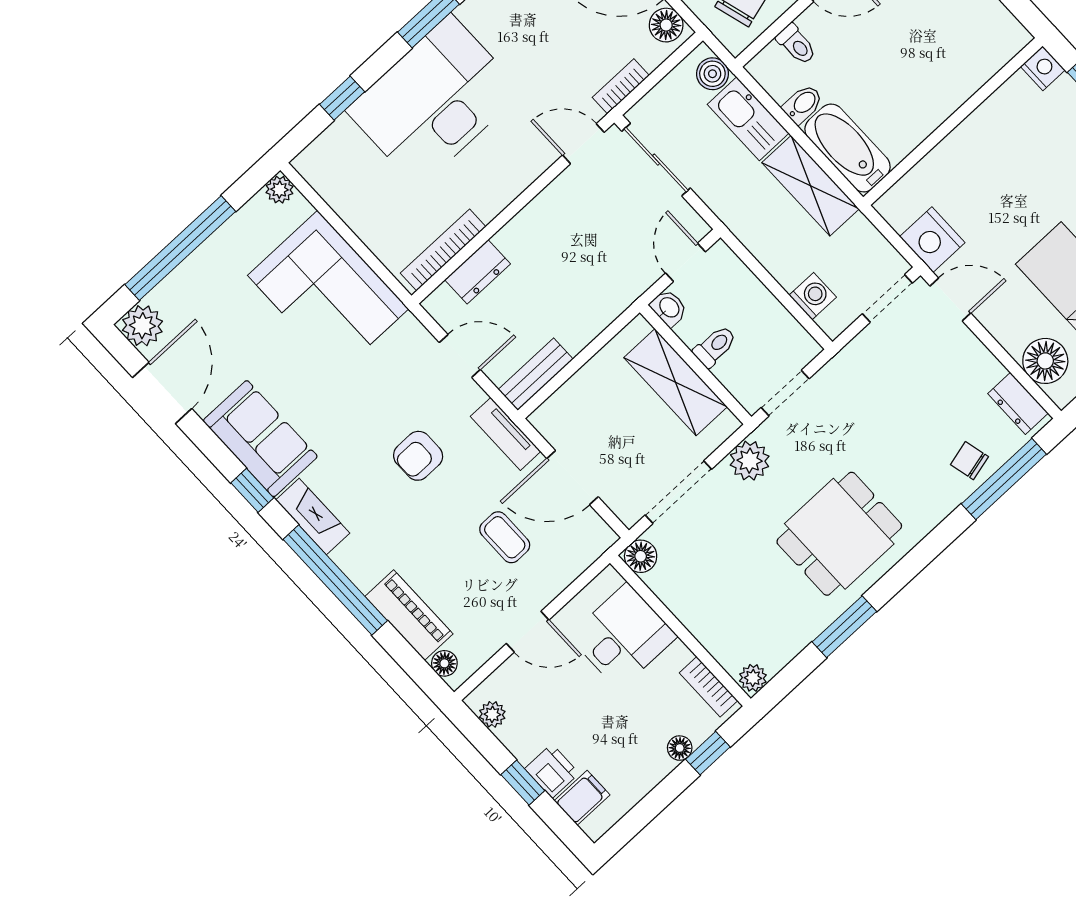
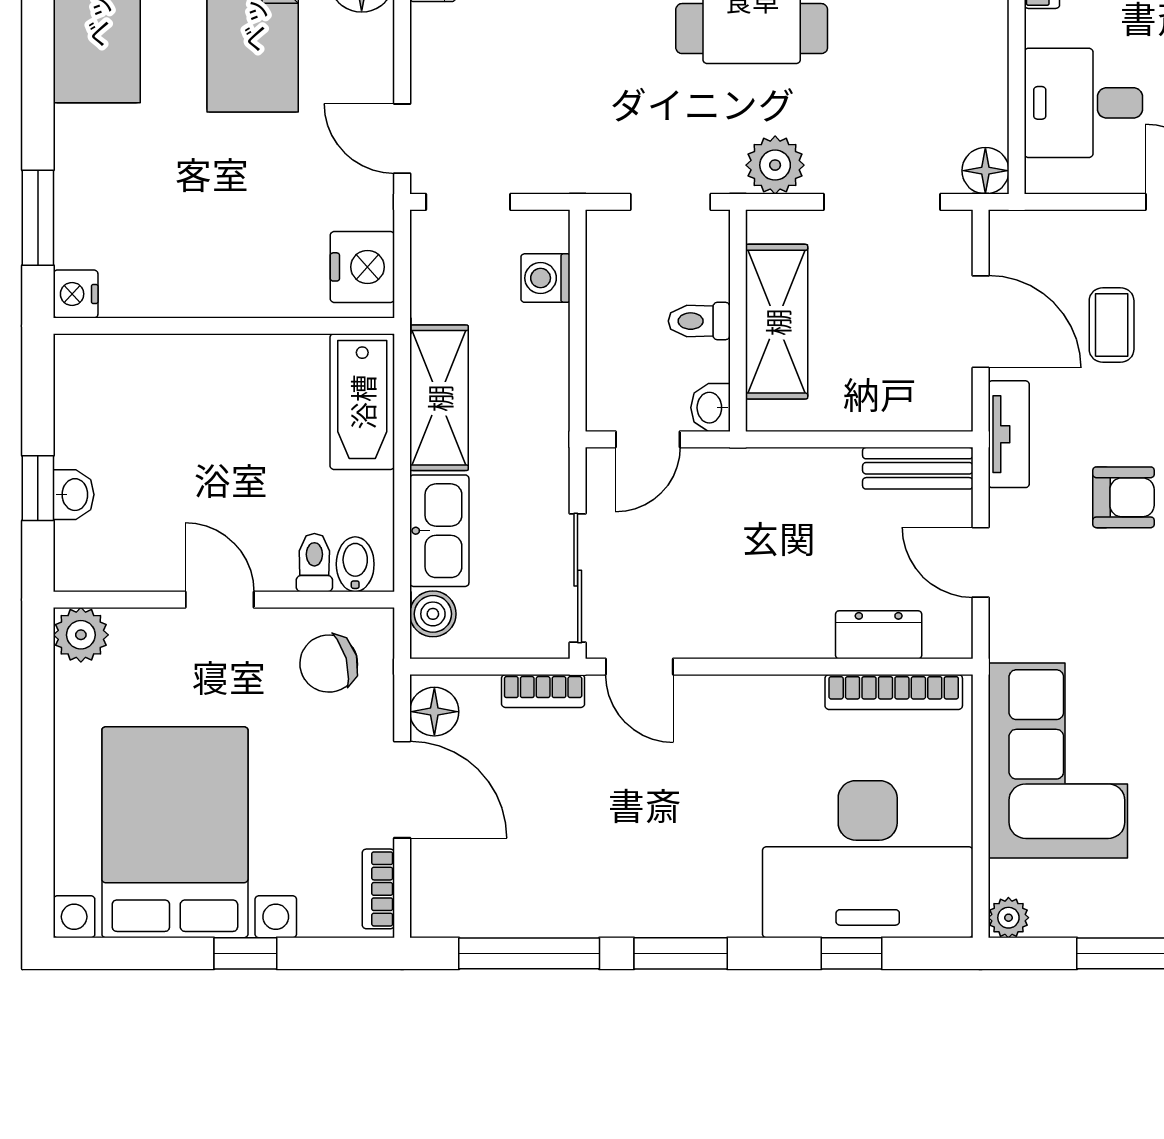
desk: (434, 101) -> (868, 859), moved
bidet: (803, 104) -> (355, 564), moved, turned 90
nightstand: (932, 240) -> (362, 267), moved

